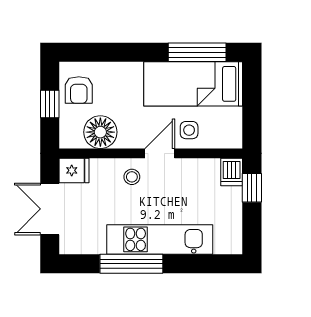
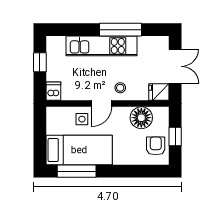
window: (252, 188) -> (40, 62), moved

